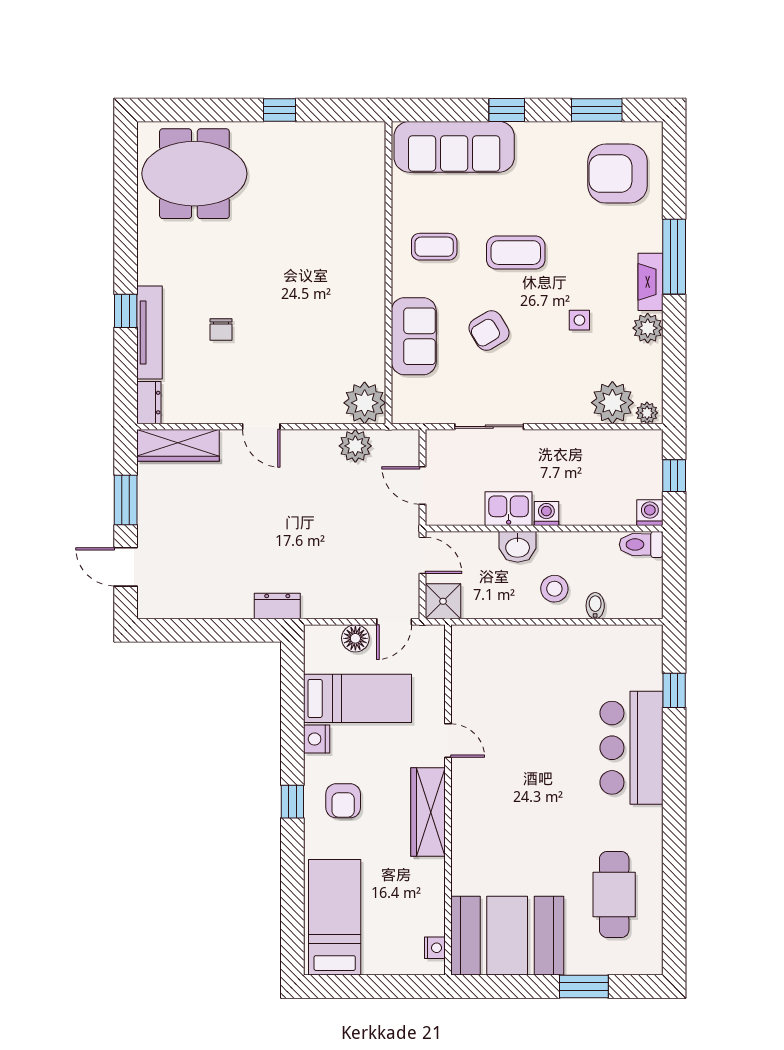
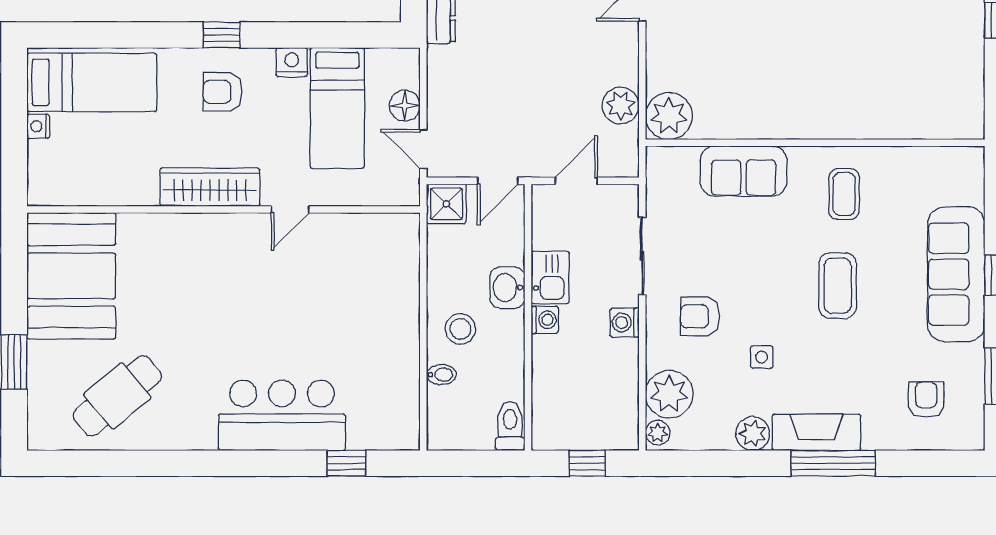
sofa: (454, 147) -> (956, 274), moved
armchair: (618, 174) -> (926, 400), width x0.53, depth x0.53
fireplace: (651, 282) -> (816, 432), width x1.37, depth x1.32
armchair: (489, 330) -> (700, 316), moved, turned -59
washing machine: (650, 513) -> (624, 323), moved, turned 180
cafe table: (614, 894) -> (117, 396), turned -40
nightstand: (435, 948) -> (38, 126), moved, turned 90

